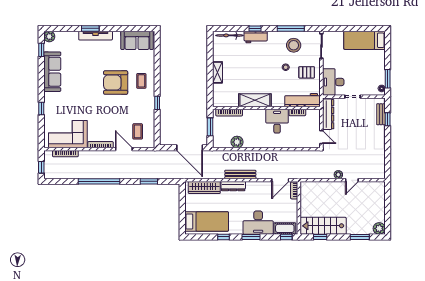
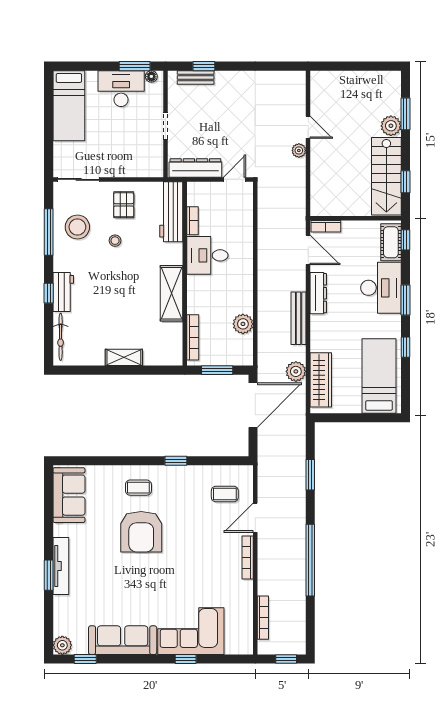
desk: (333, 82) -> (121, 89), moved, turned 180
corner sofa: (68, 134) -> (191, 631), moved, turned 90
plant: (209, 173) -> (296, 371), added
dresser: (233, 186) -> (318, 293), moved
plant: (379, 228) -> (391, 126), moved

